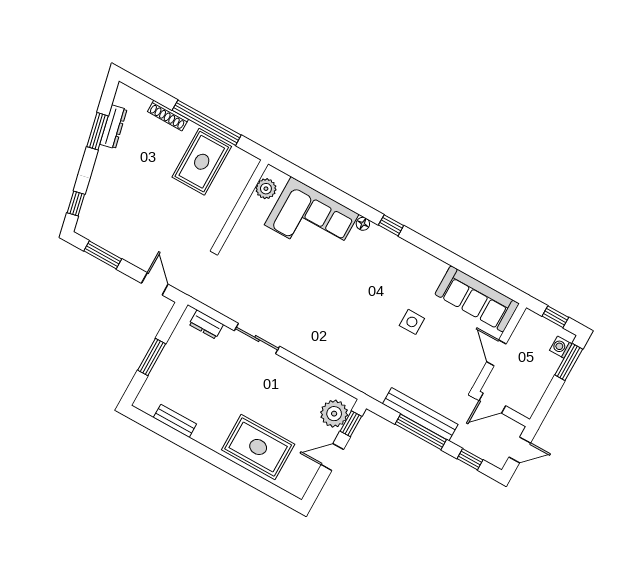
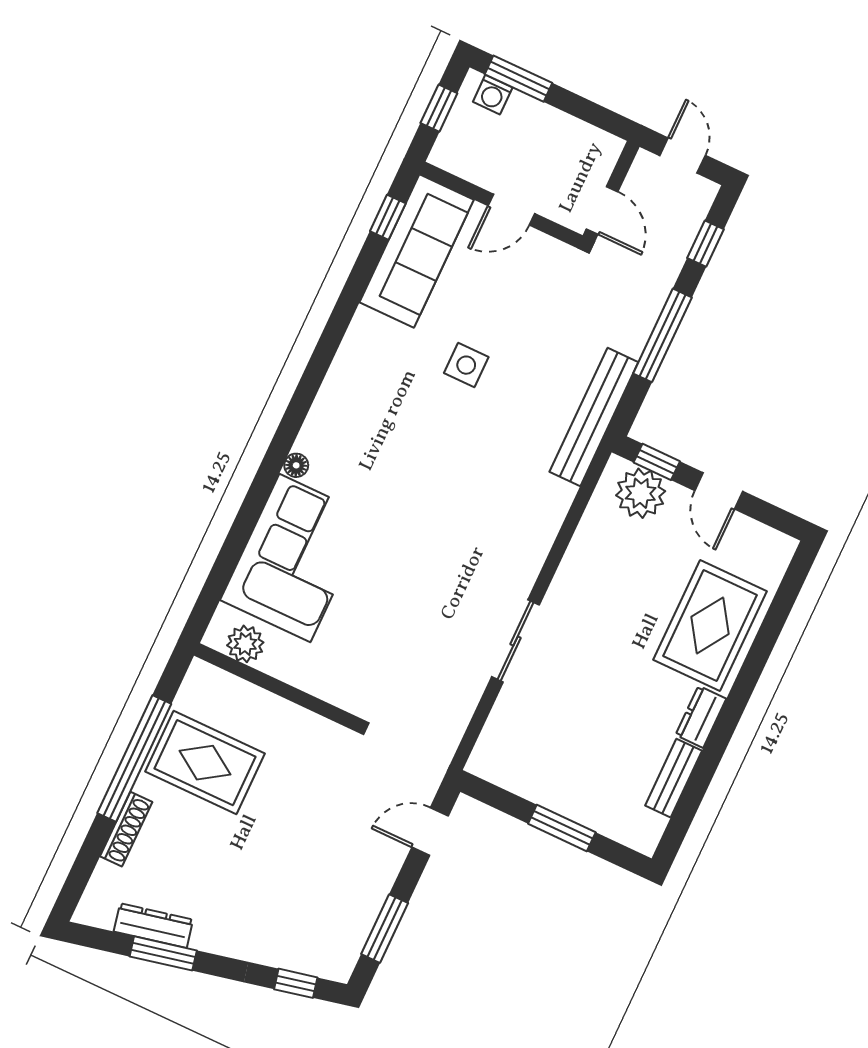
window: (391, 225) -> (388, 217), moved
dresser: (206, 324) -> (701, 717), moved, turned 180
bench: (420, 414) -> (594, 417), moved

